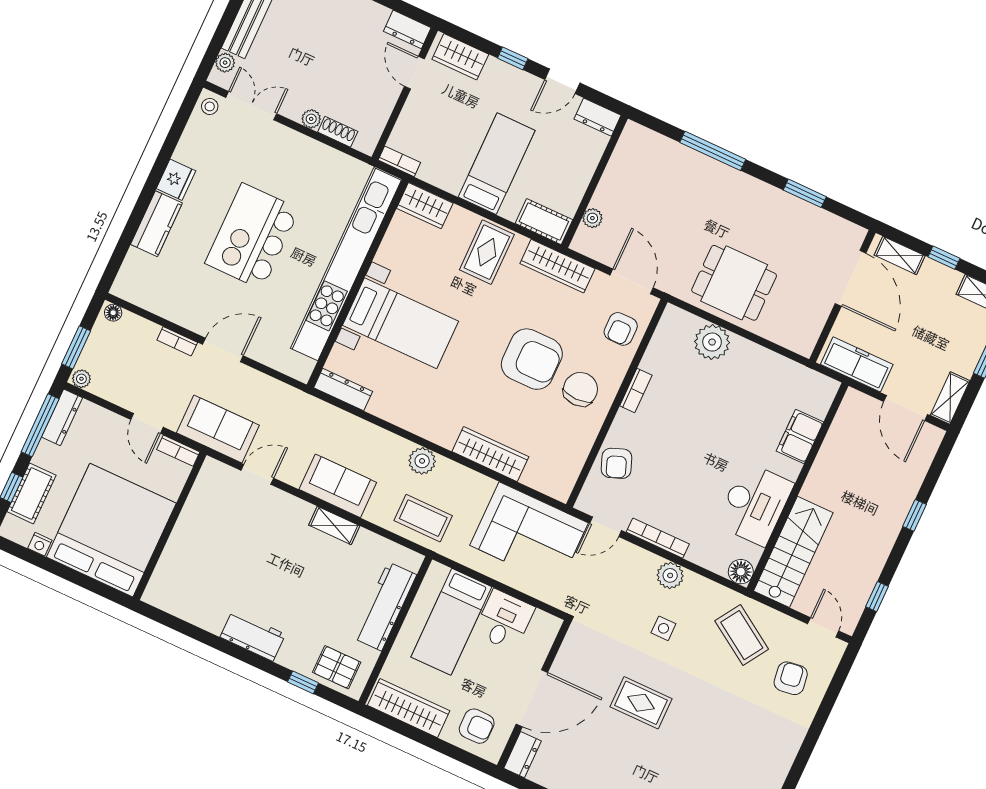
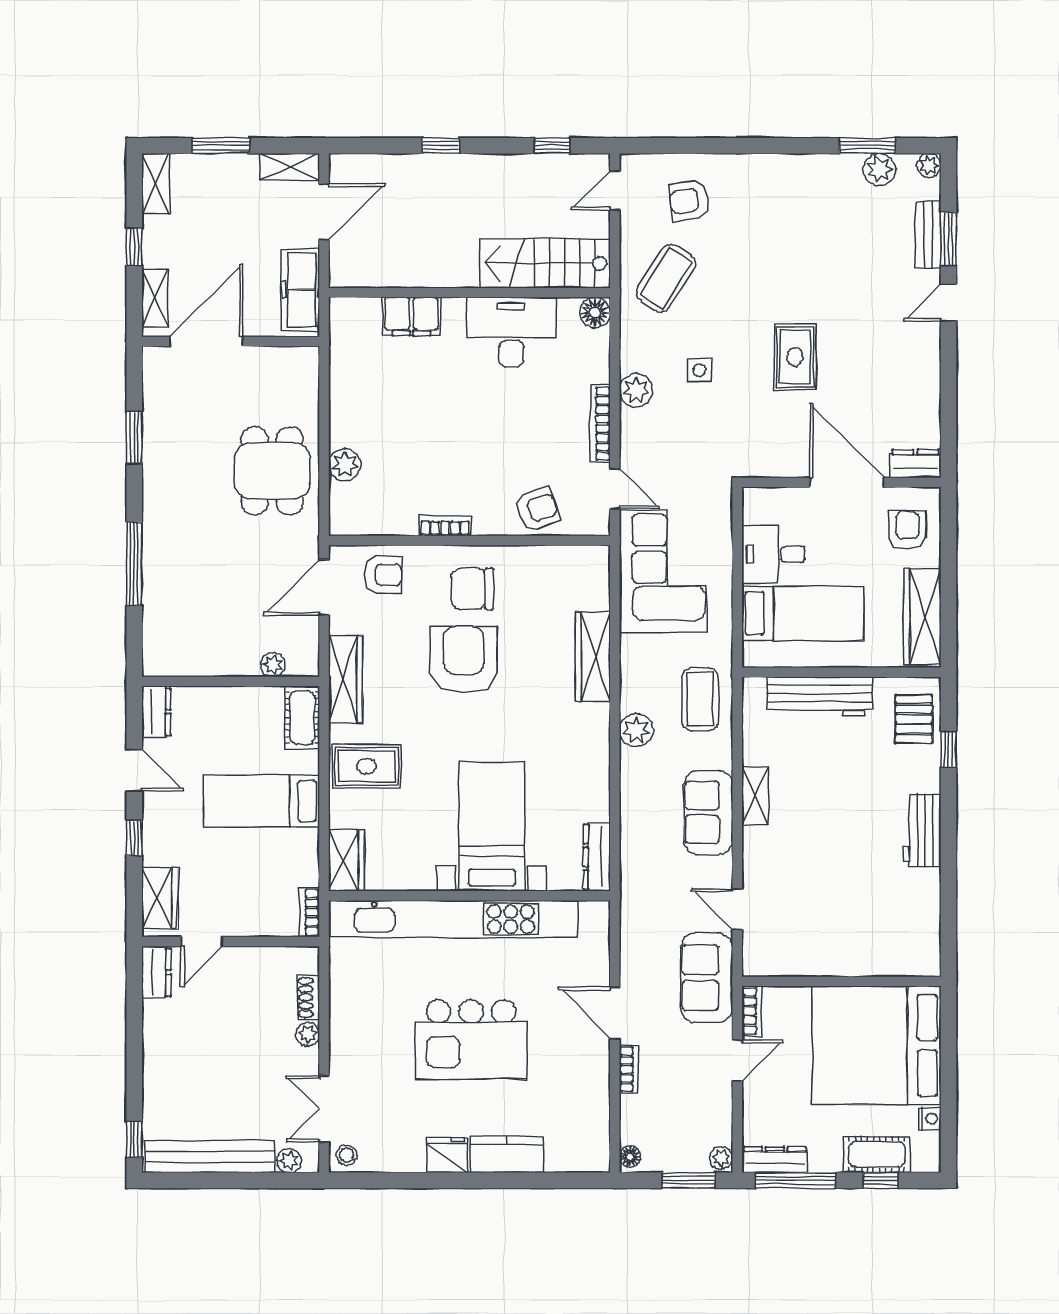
plant: (712, 342) -> (345, 465), width x0.73, depth x0.73

